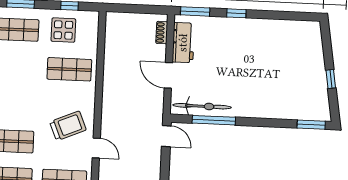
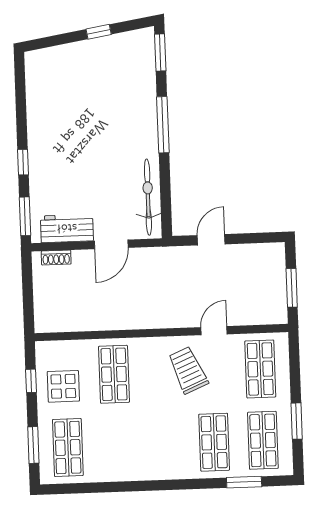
window: (214, 120) -> (163, 125), moved
door: (166, 136) -> (211, 240), moved

